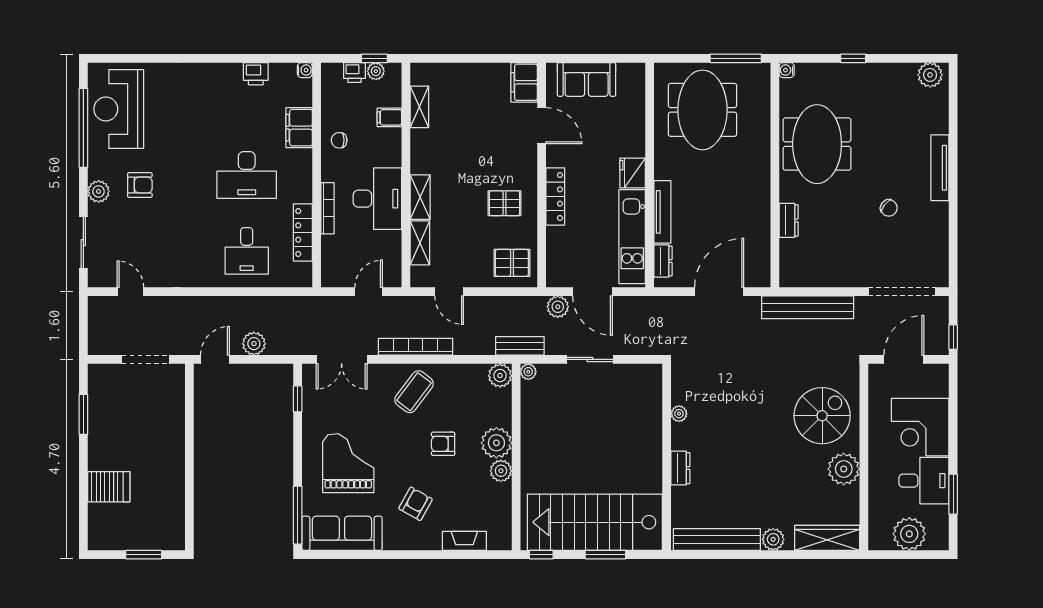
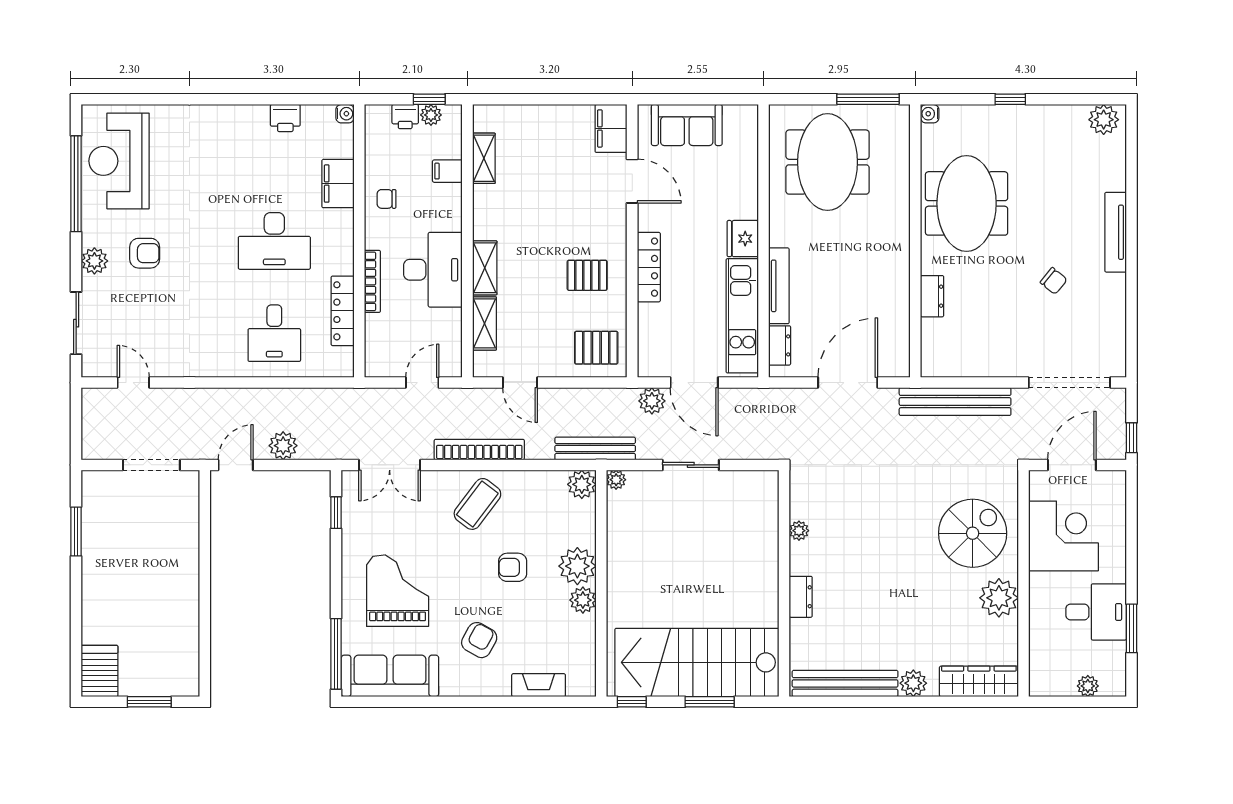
bench: (520, 346) -> (595, 448), width x1.36
corner desk: (920, 427) -> (1063, 536), moved, turned 180
server rack: (109, 487) -> (100, 671), moved, turned -90
plant: (909, 534) -> (1088, 686), width x0.53, depth x0.53

